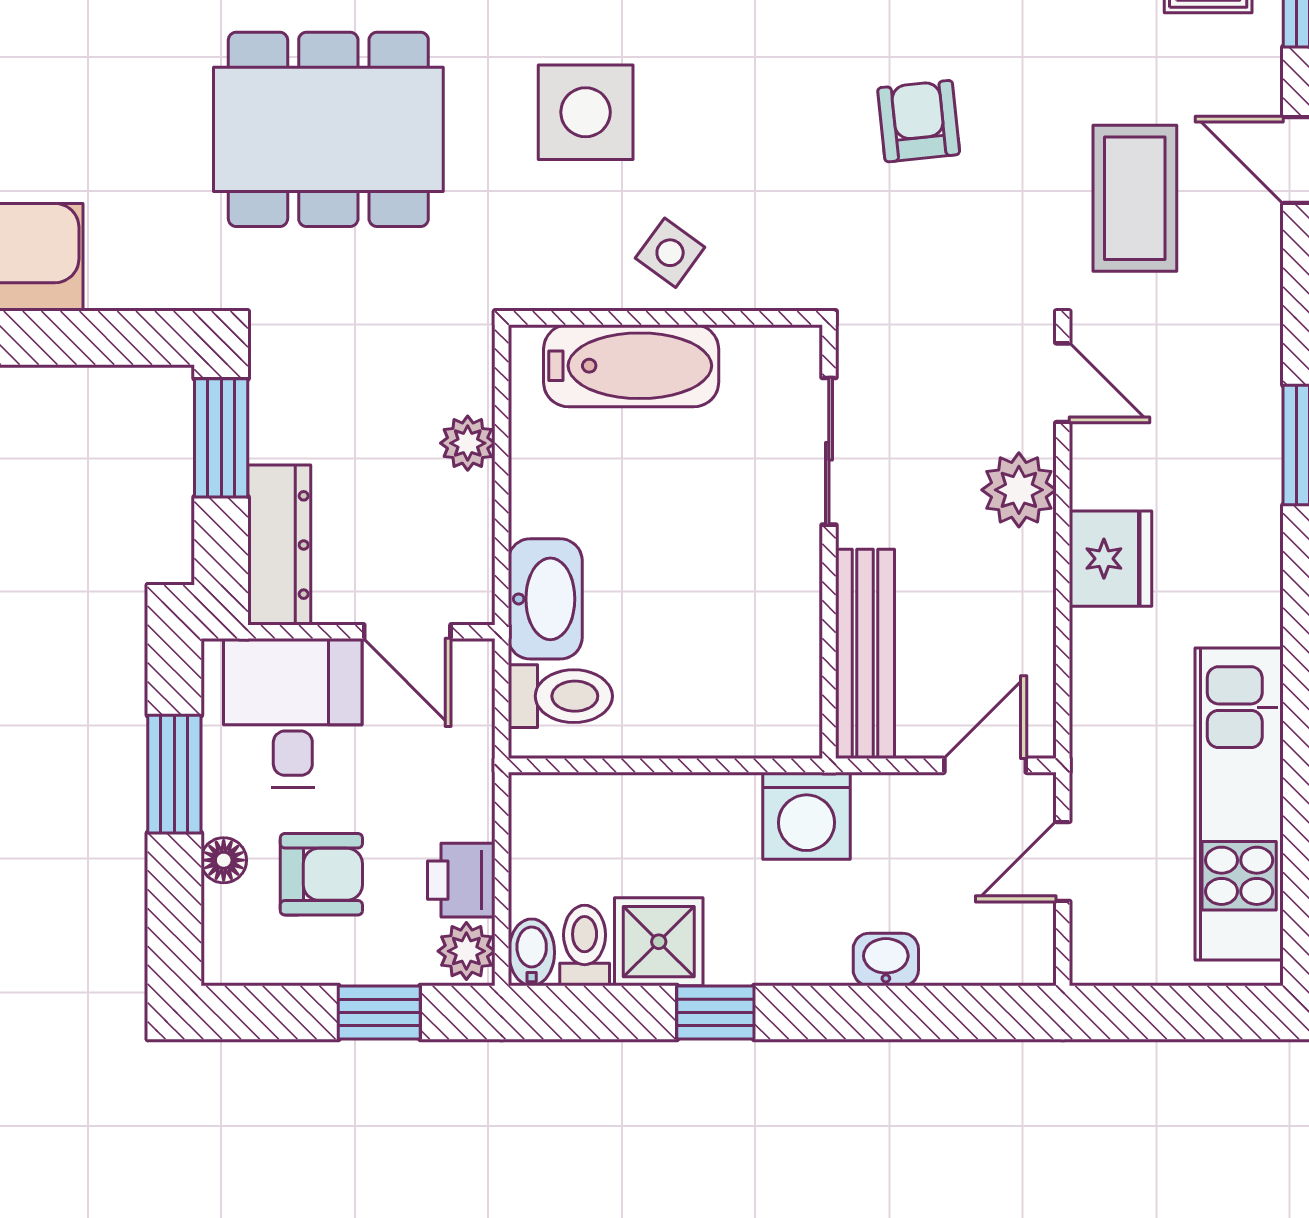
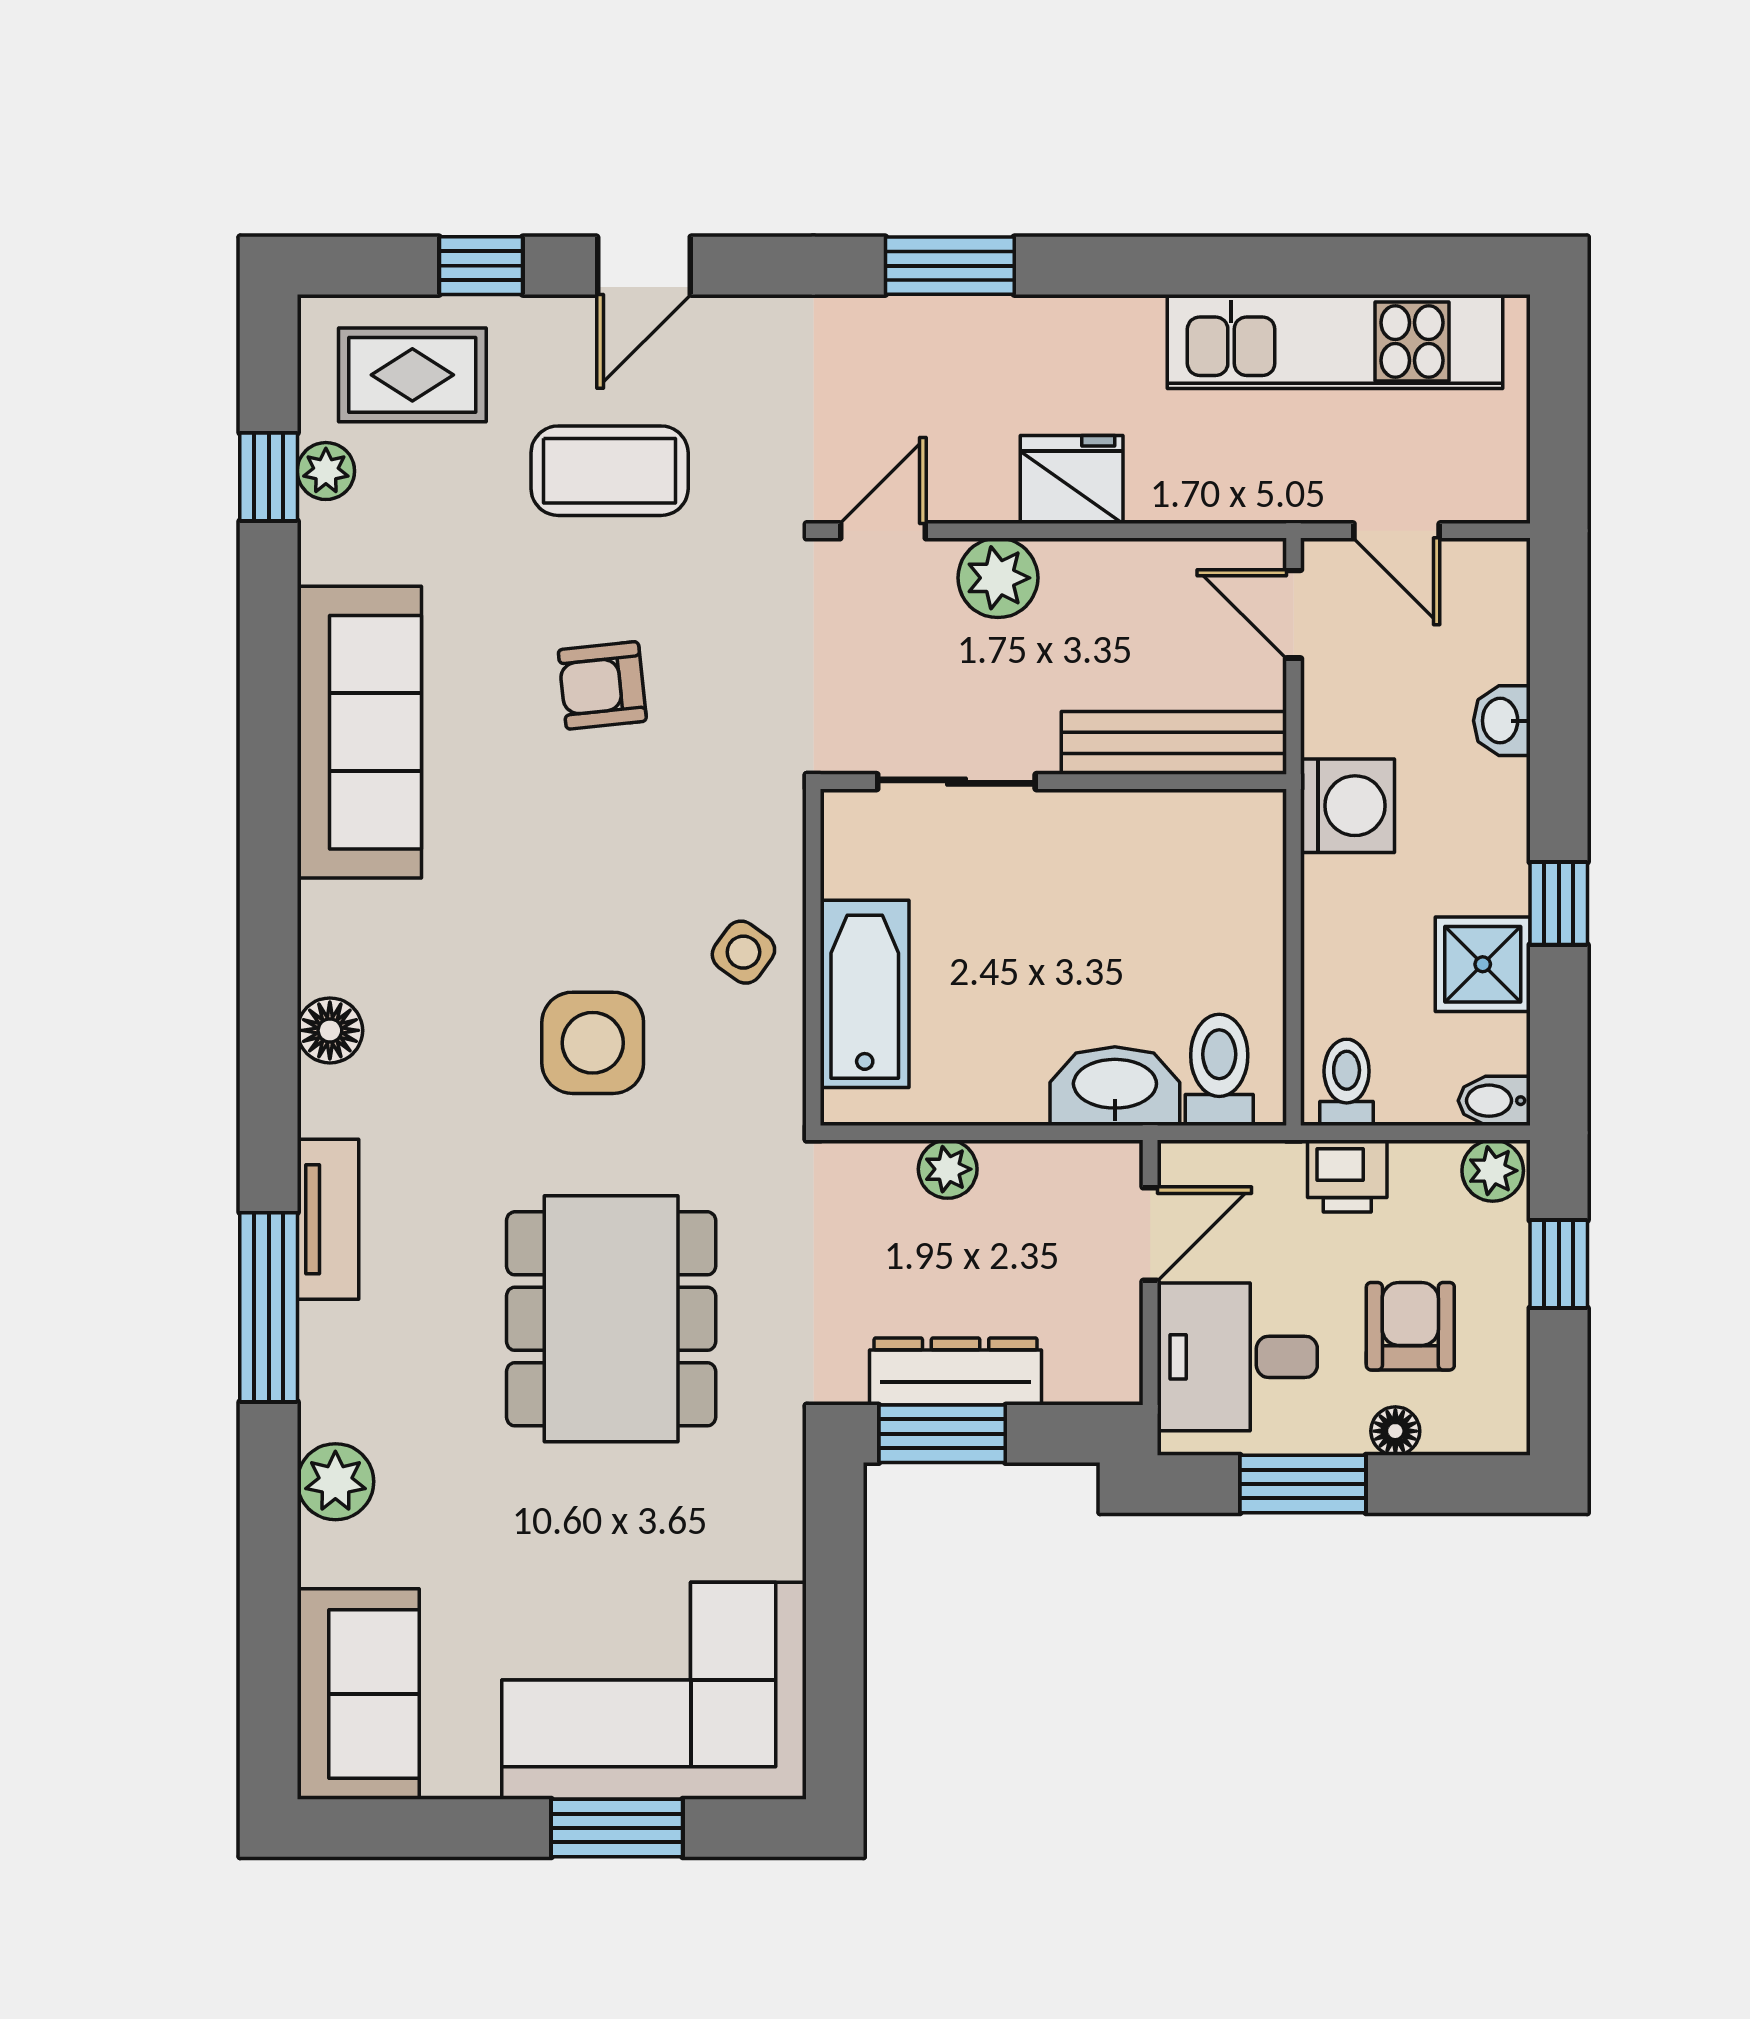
coffee table: (1135, 198) -> (610, 471), moved
dresser: (279, 545) -> (956, 1372), moved
printer: (461, 880) -> (1347, 1176), moved
toilet: (585, 945) -> (1347, 1082), moved, turned 90

